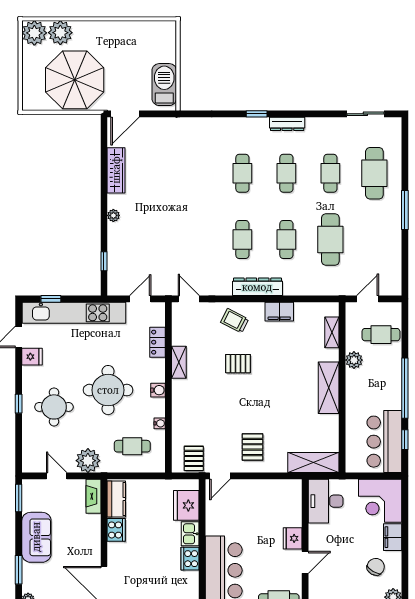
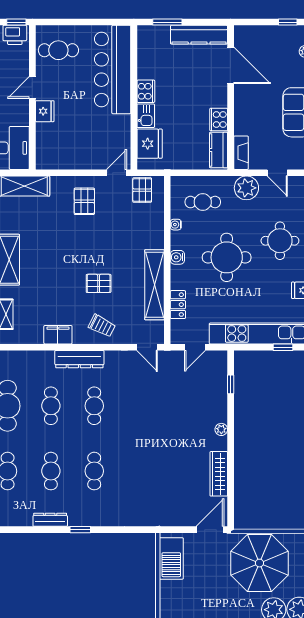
shelving: (179, 362) -> (154, 285), width x2.20, depth x1.33

